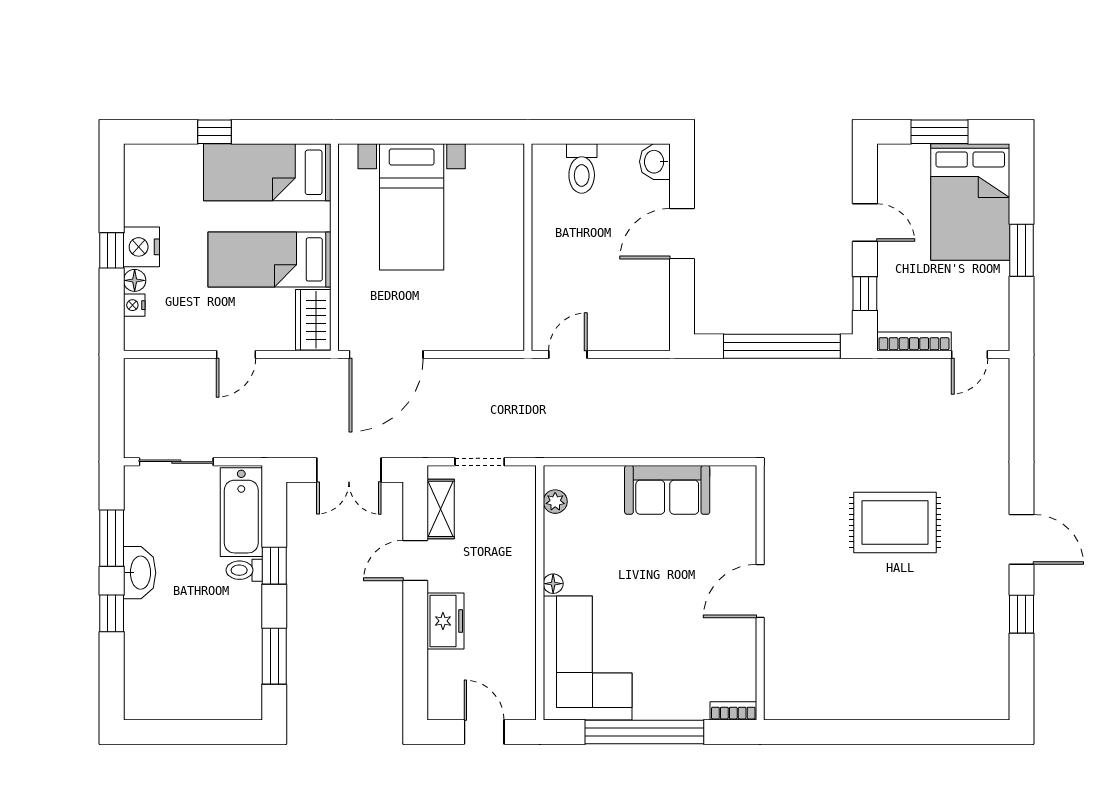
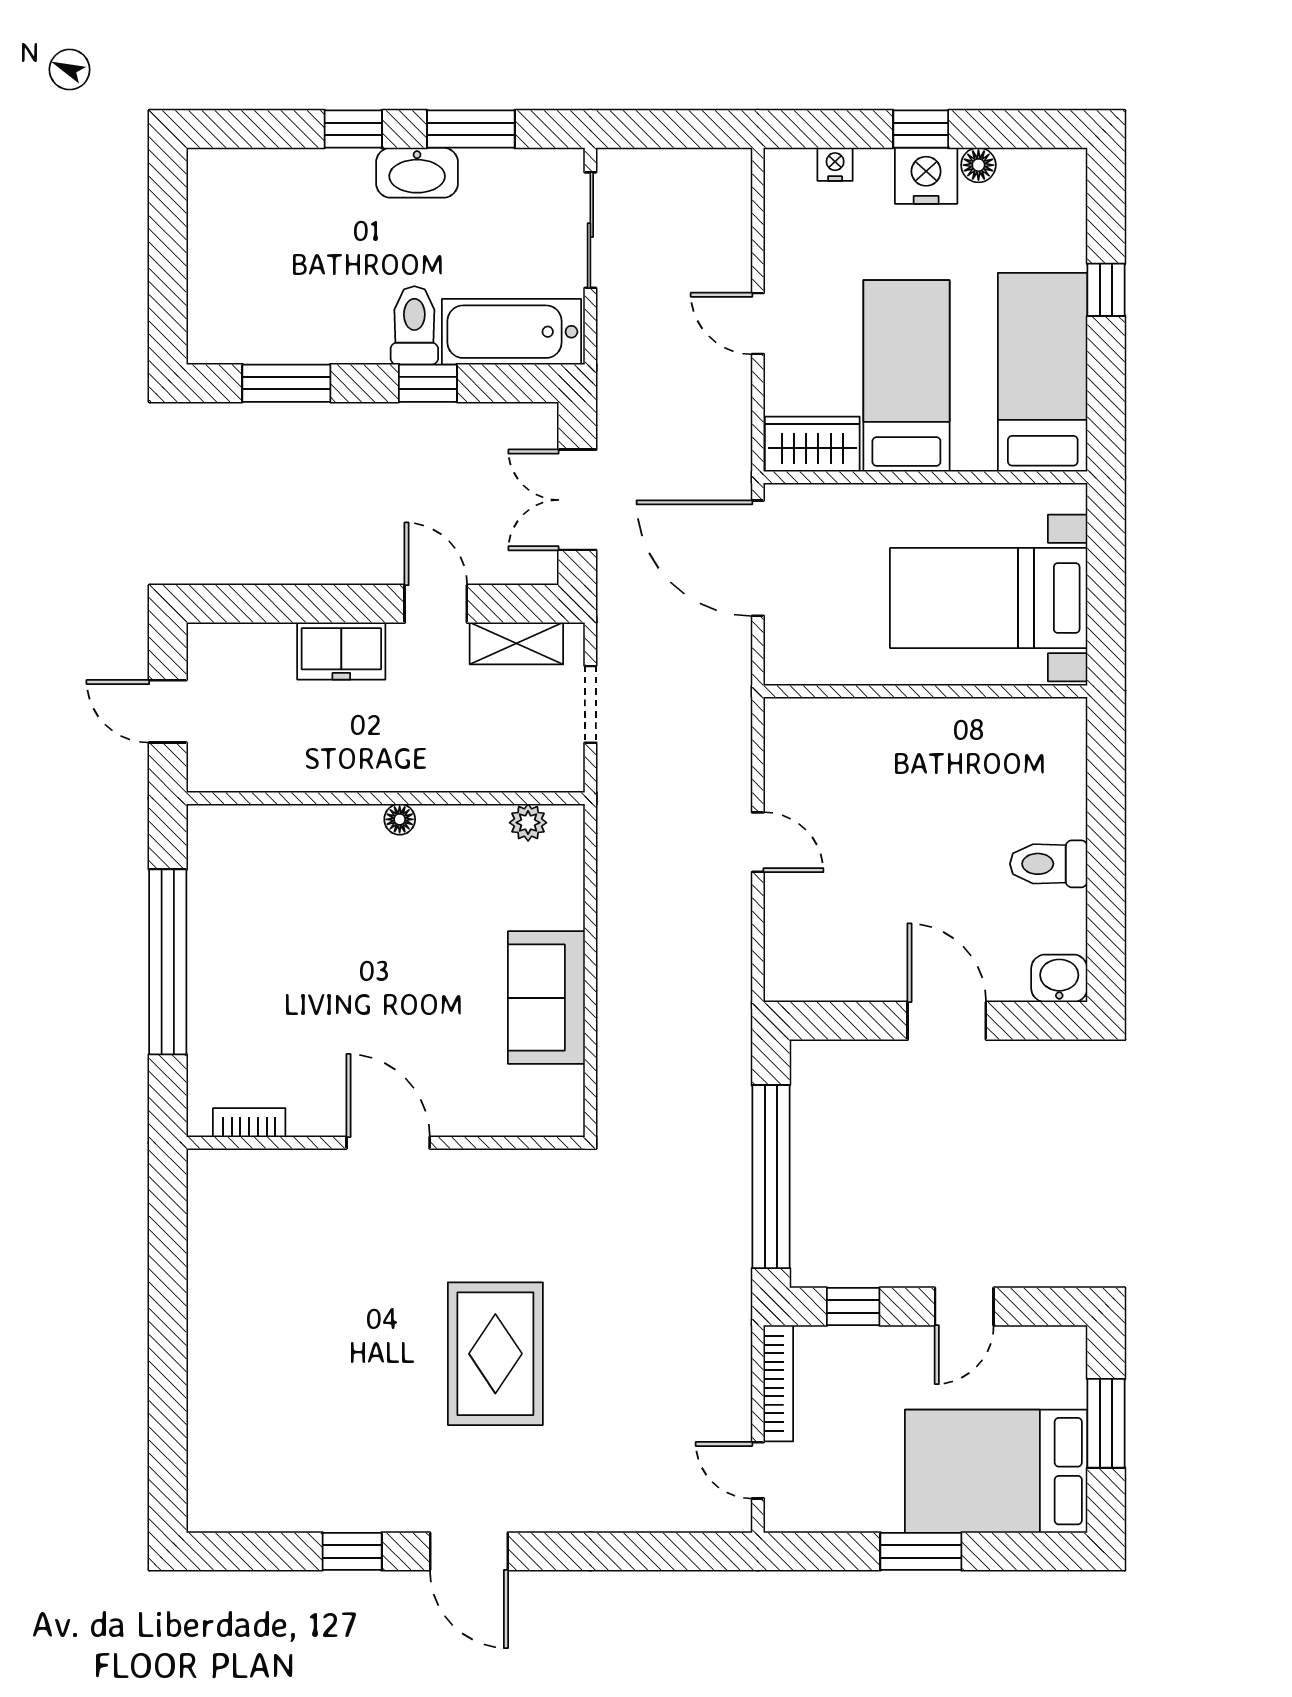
wall: (528, 247) -> (925, 691), moved
floor lamp: (135, 280) -> (978, 165), moved
door: (1021, 539) -> (469, 1551), hinge flipped
toilet: (244, 570) -> (414, 325), width x1.37, depth x1.39
corner sofa: (588, 658) -> (283, 873), removed
bookcase: (733, 711) -> (249, 1123), moved, turned -90
door: (484, 732) -> (168, 711), swing flipped

